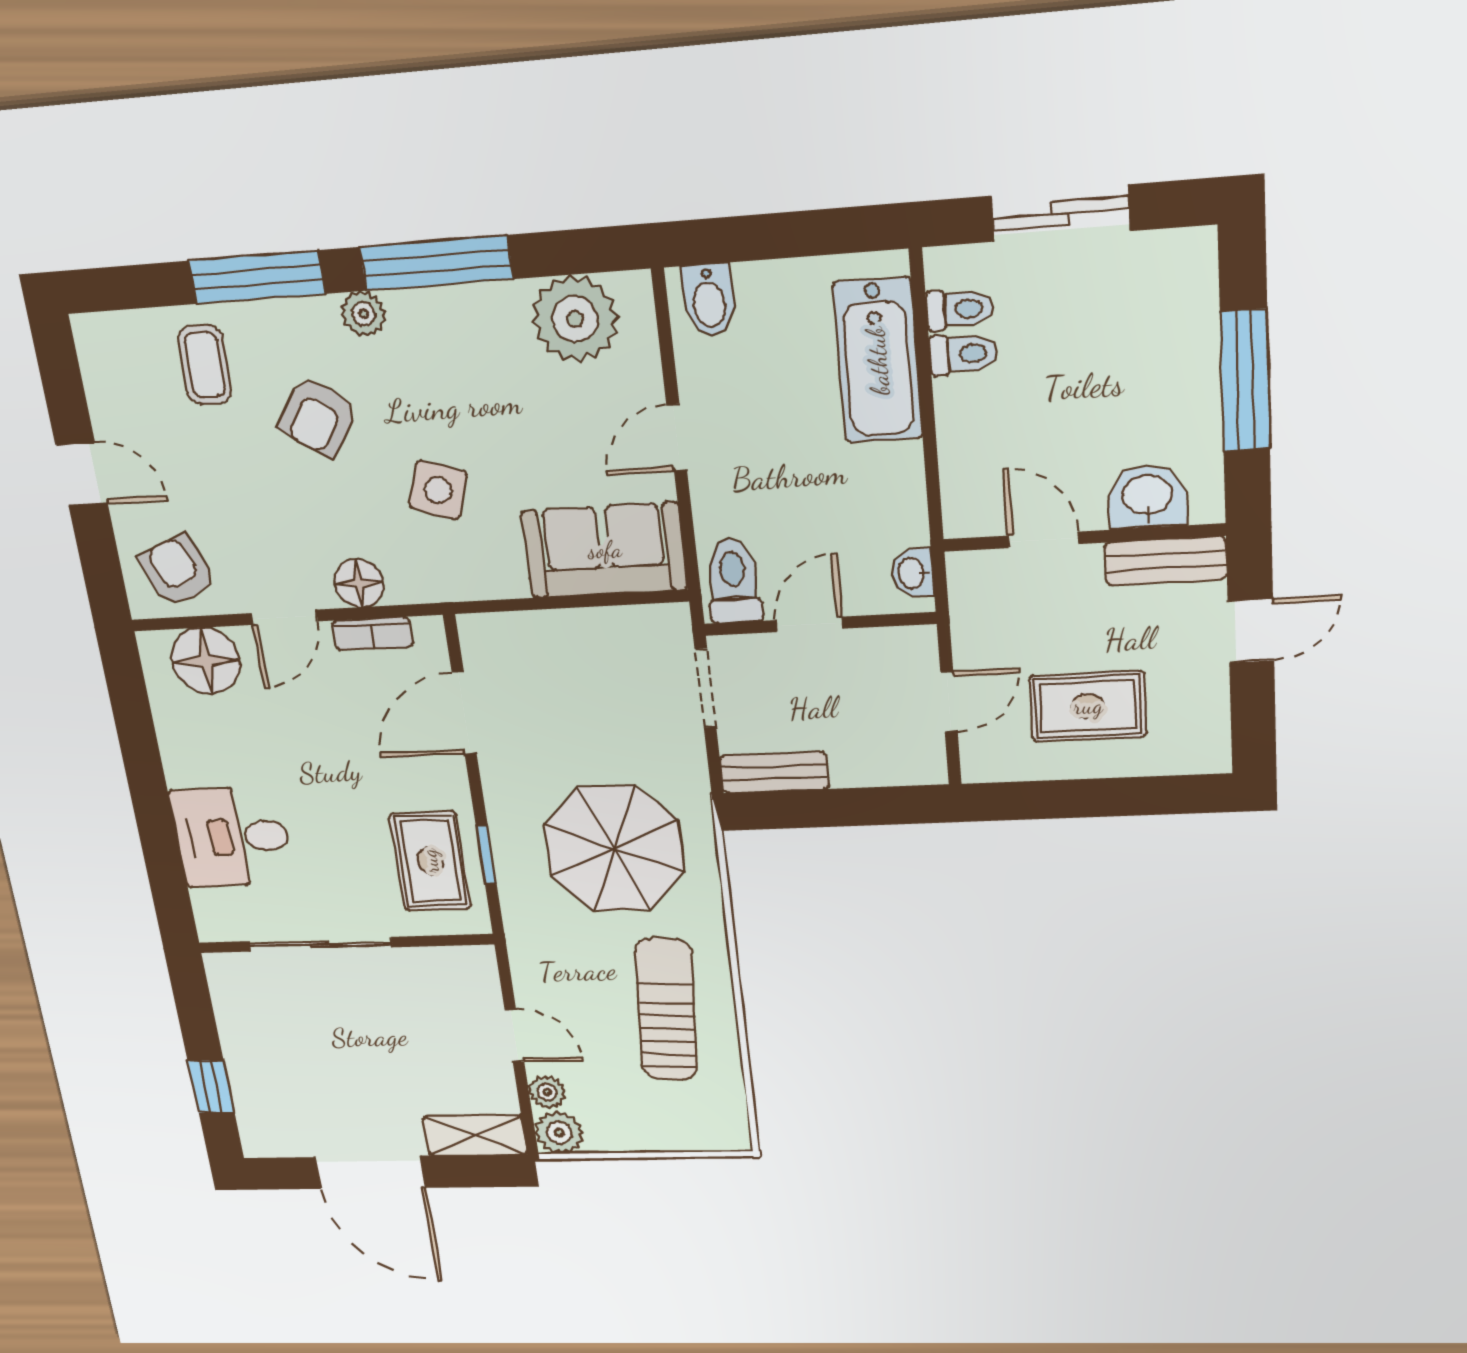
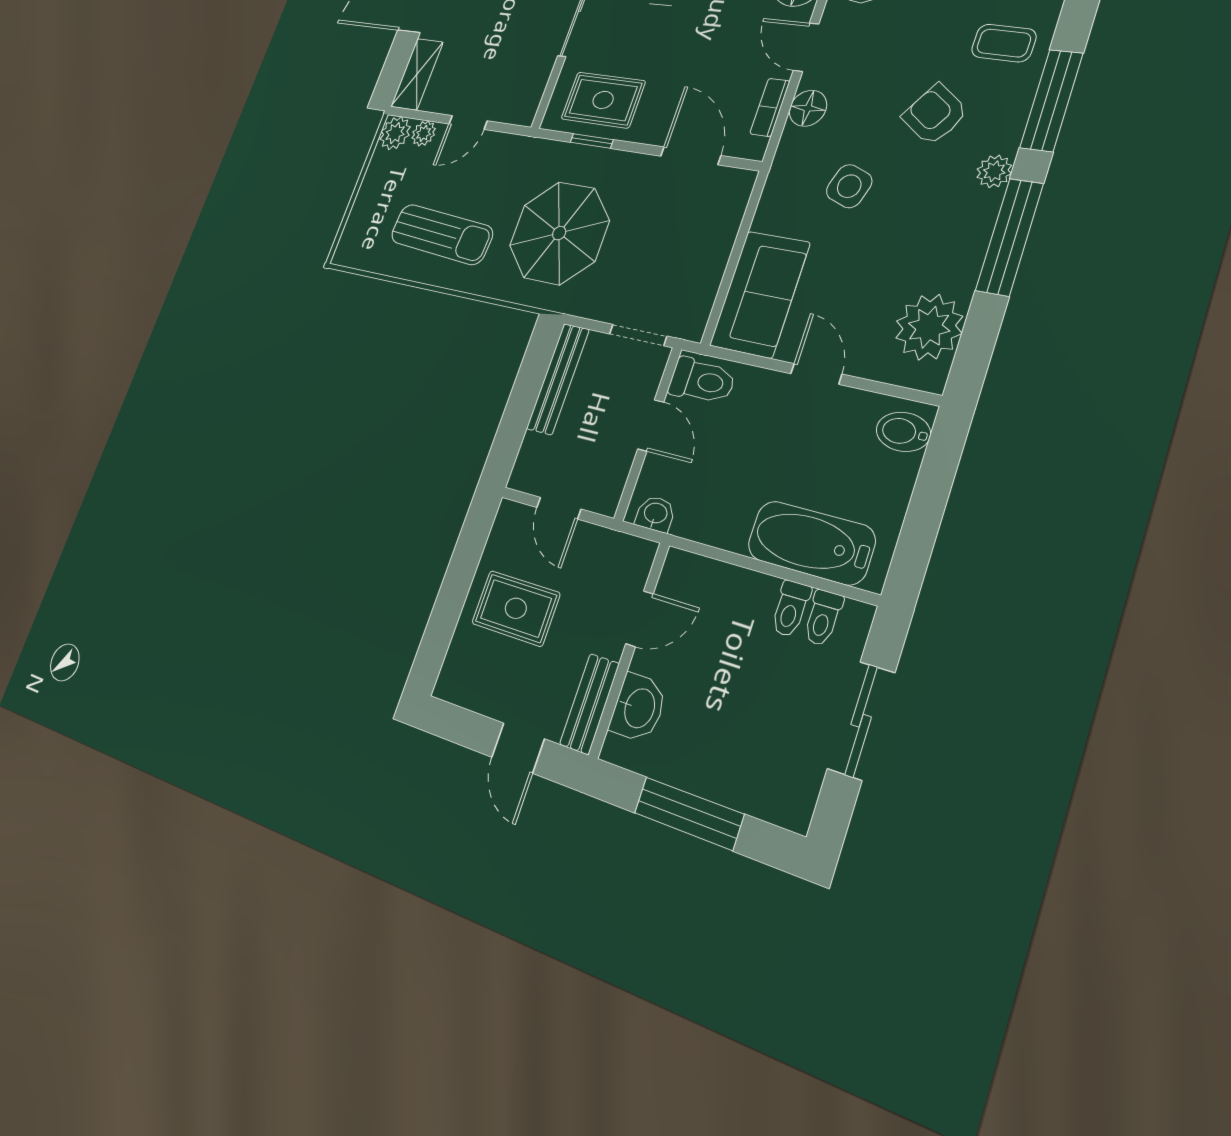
rug: (1088, 706) -> (516, 608), turned 90
bench: (774, 772) -> (558, 379), width x1.36

